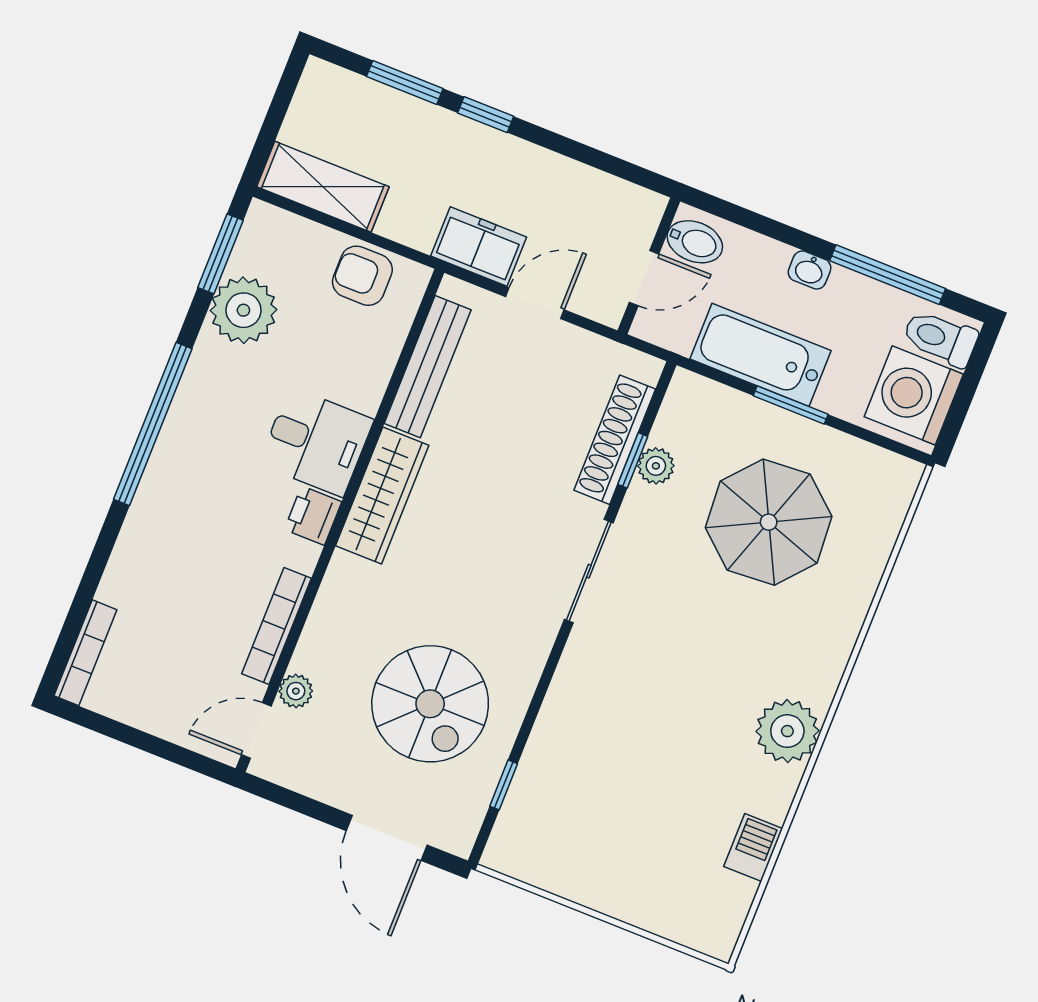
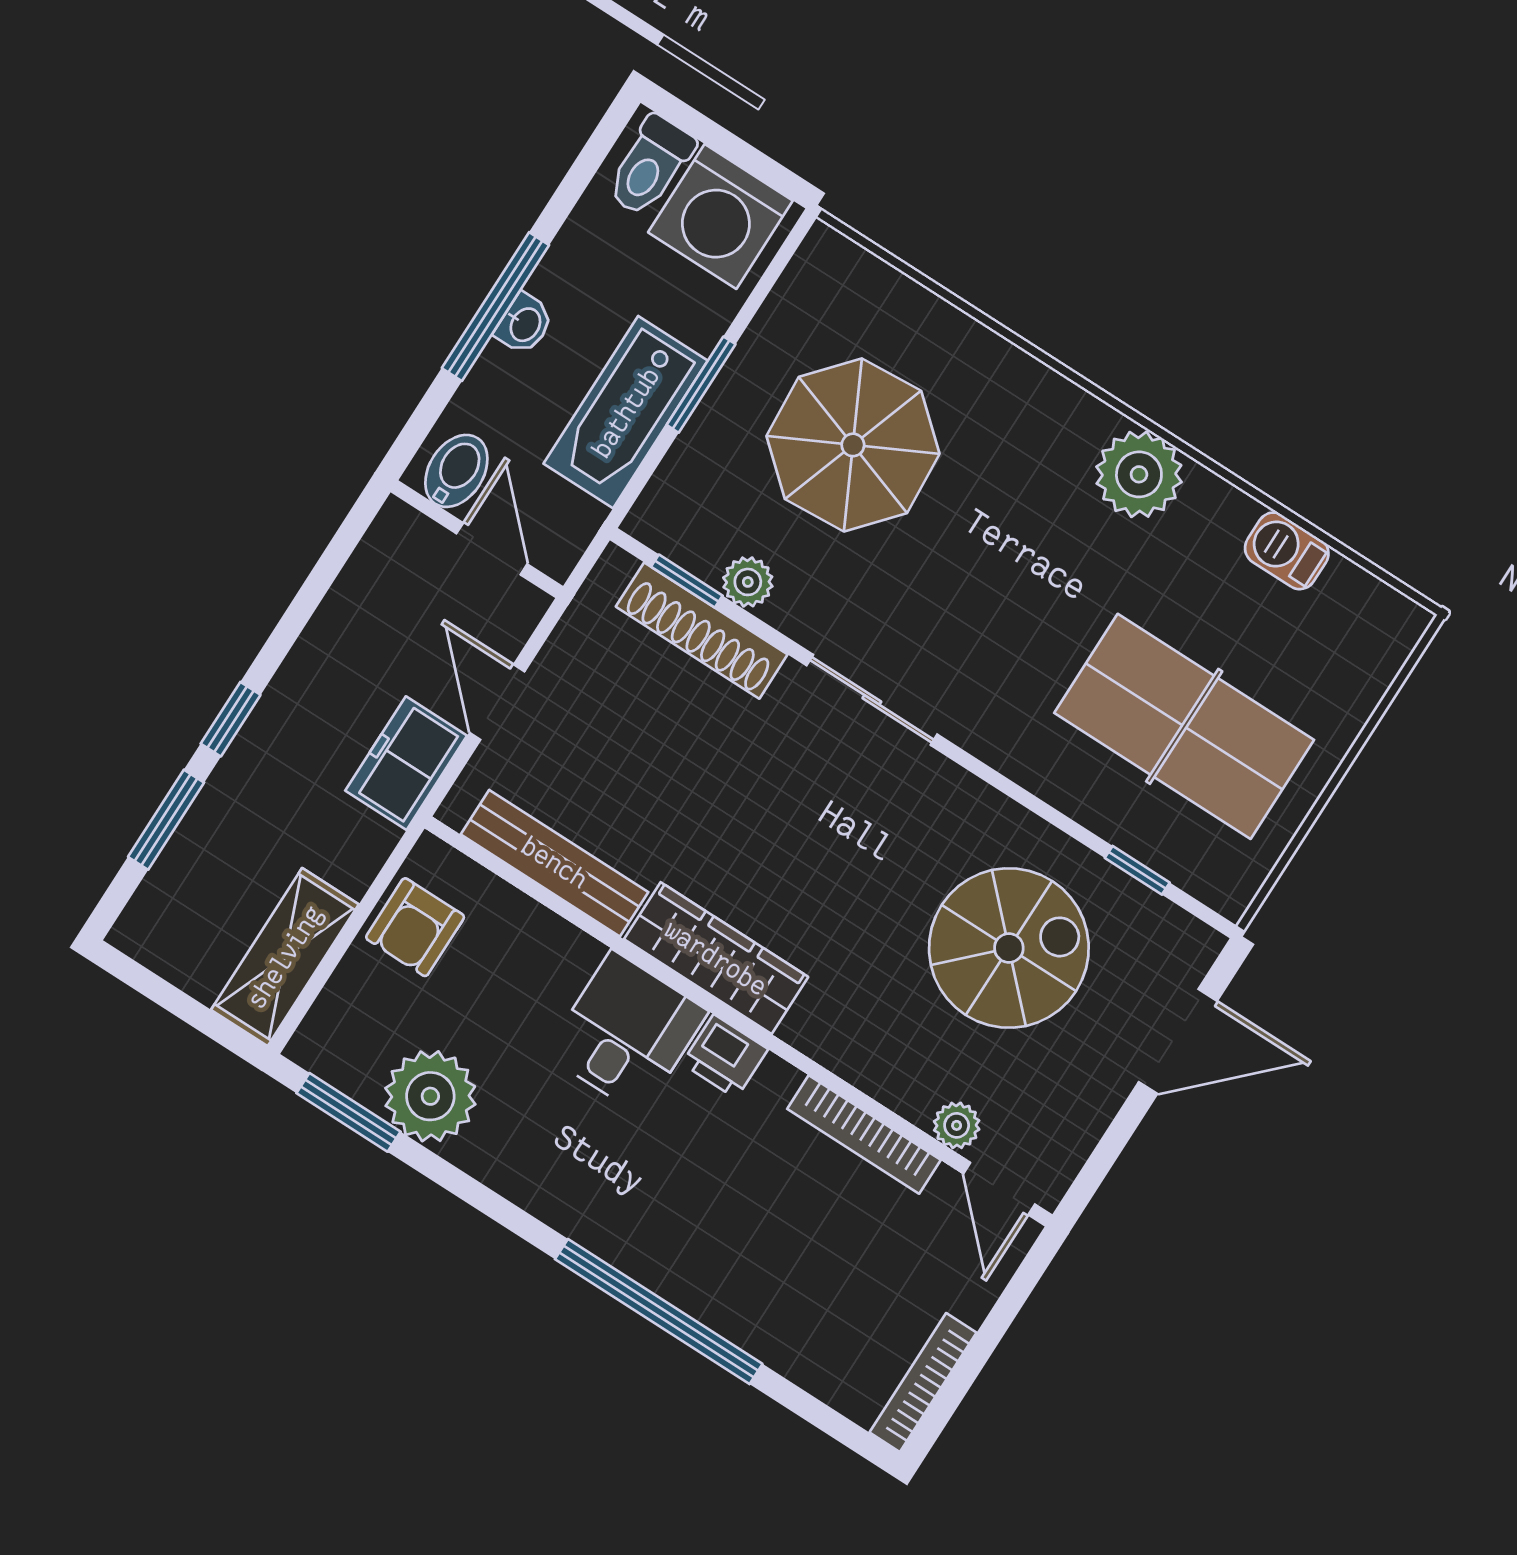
window: (888, 275) -> (495, 307), moved
window: (153, 424) -> (659, 1312), moved
window: (633, 460) -> (687, 581), moved
bookcase: (85, 653) -> (923, 1383), moved, turned -90
table tennis table: (613, 798) -> (1184, 726), added

